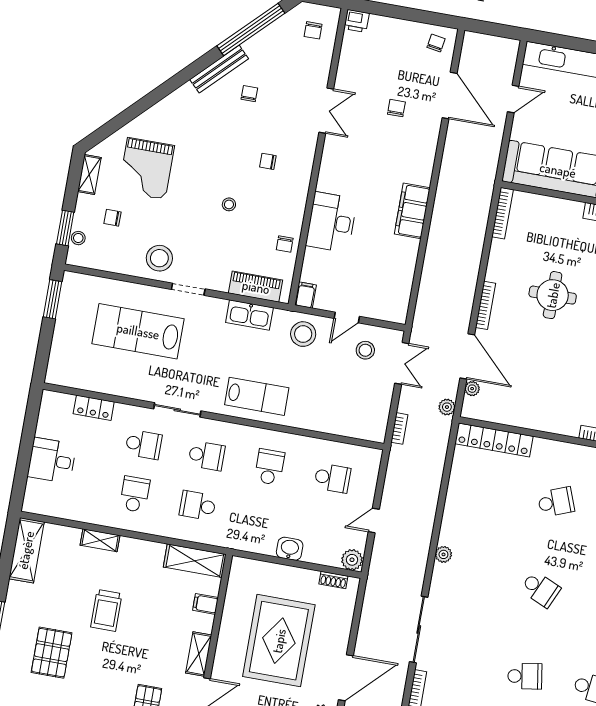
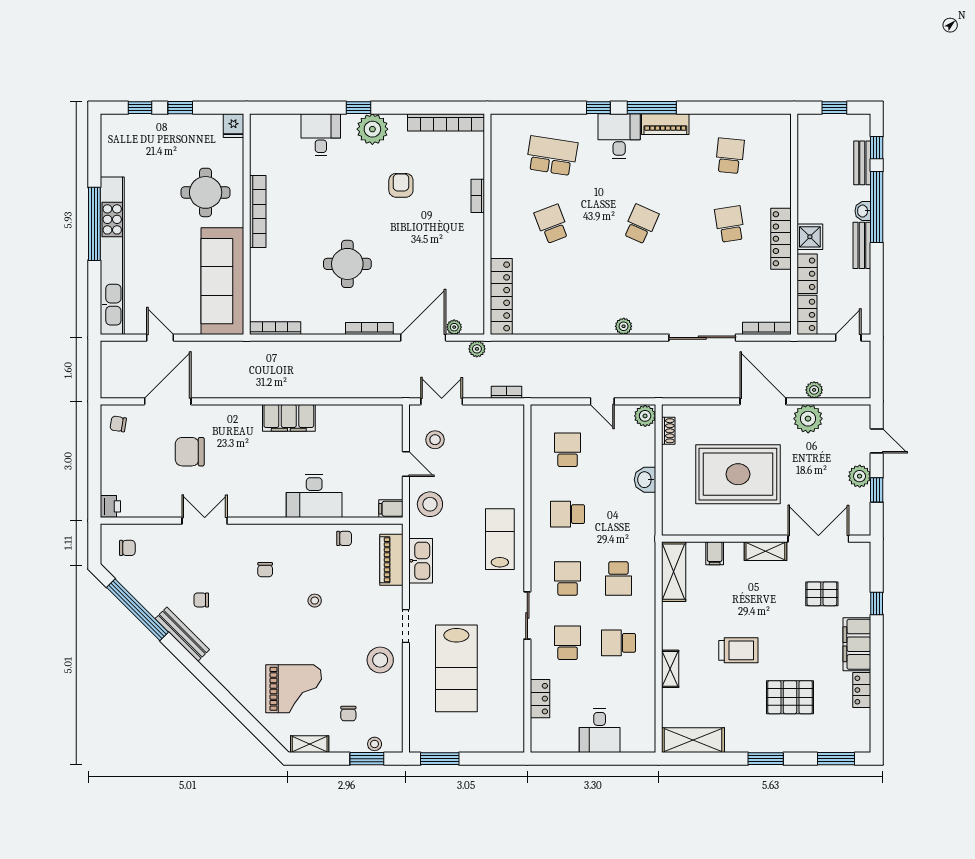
chair: (396, 108) -> (190, 452), width x1.87, depth x1.87

